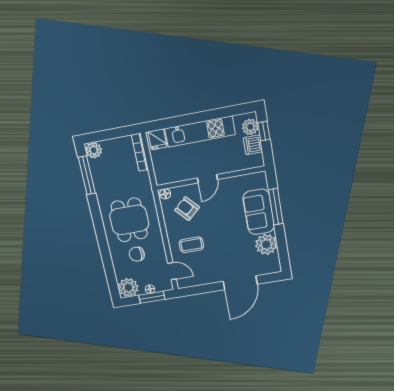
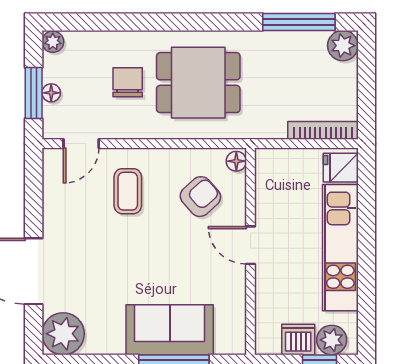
plant: (266, 244) -> (63, 334), moved
plant: (128, 287) -> (53, 42), width x0.53, depth x0.53

